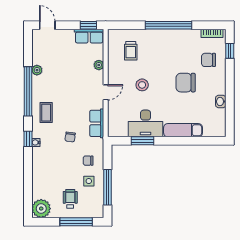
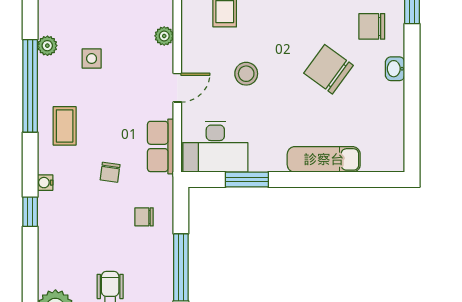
chair: (186, 83) -> (329, 69), turned 36
washbasin: (221, 101) -> (395, 69), moved
desk: (146, 123) -> (215, 147), moved
window: (28, 139) -> (30, 212), moved
side table: (89, 181) -> (92, 59), moved

